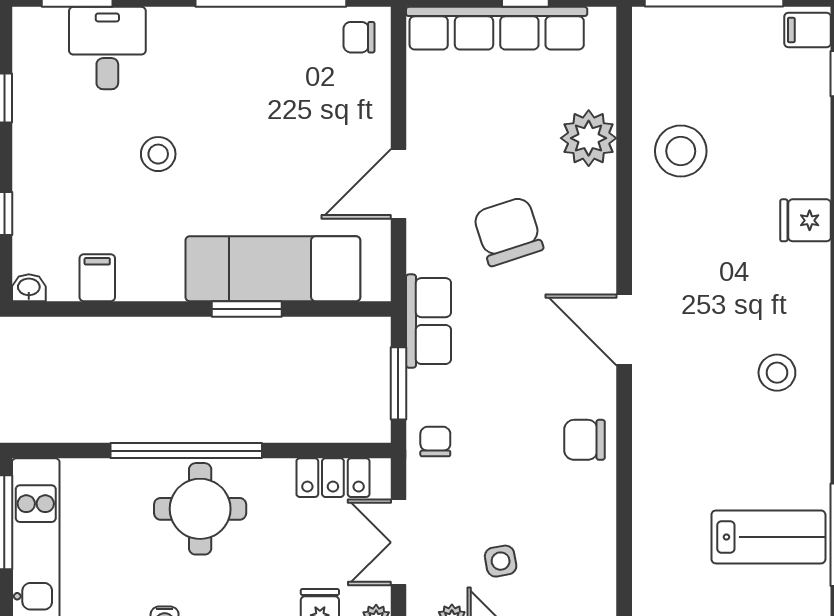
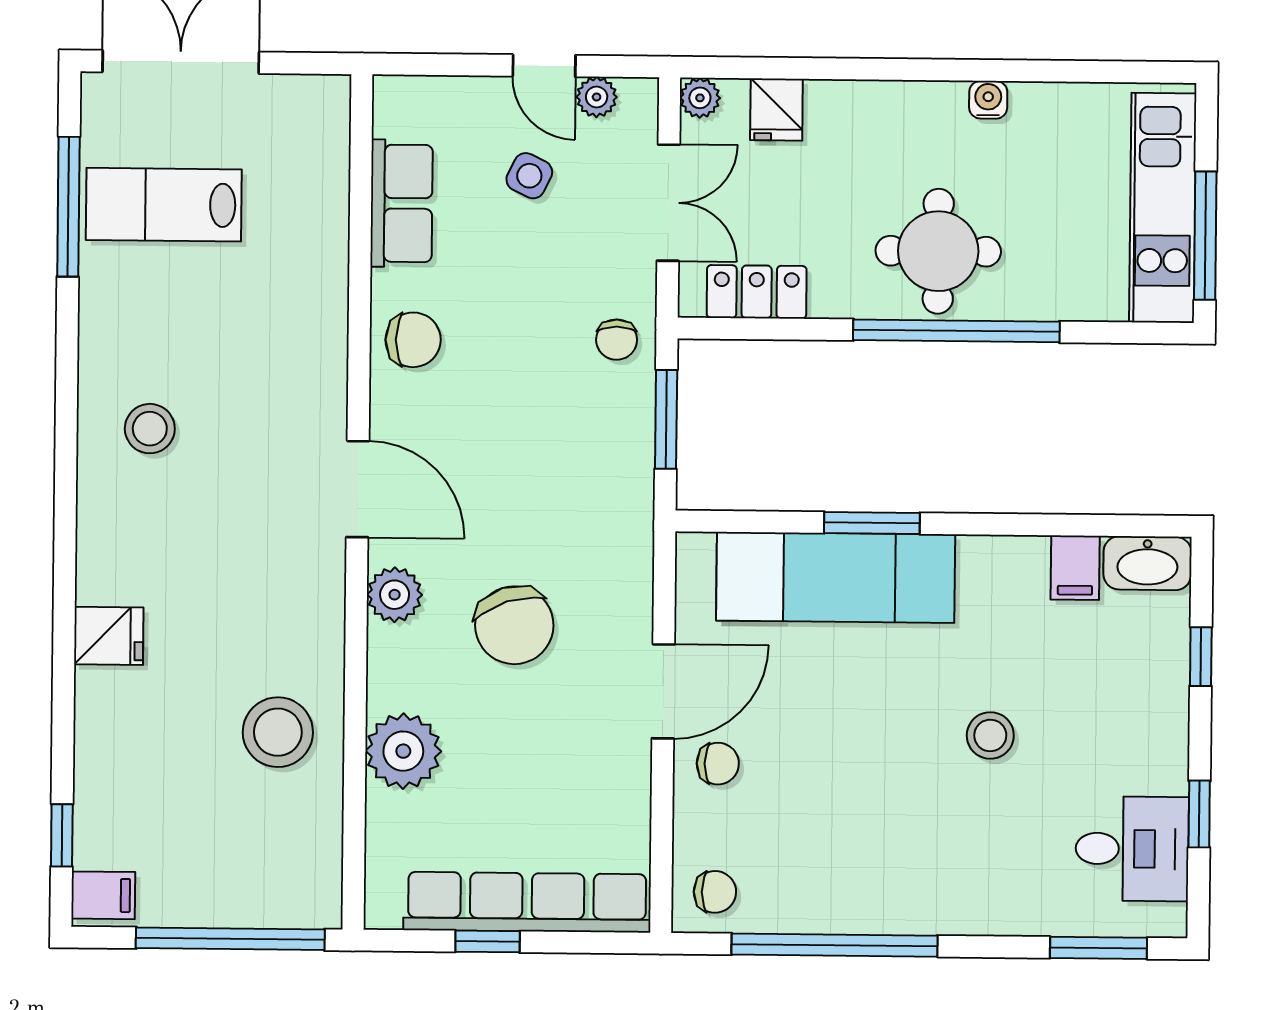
desk: (107, 48) -> (1132, 849), moved, turned -90
chair: (358, 131) -> (718, 764), added
plant: (596, 253) -> (395, 595), added
washbasin: (29, 288) -> (1147, 563), width x1.91, depth x1.45
row of seats: (428, 321) -> (402, 203), moved, turned 180
side table: (501, 561) -> (529, 176), turned 36

